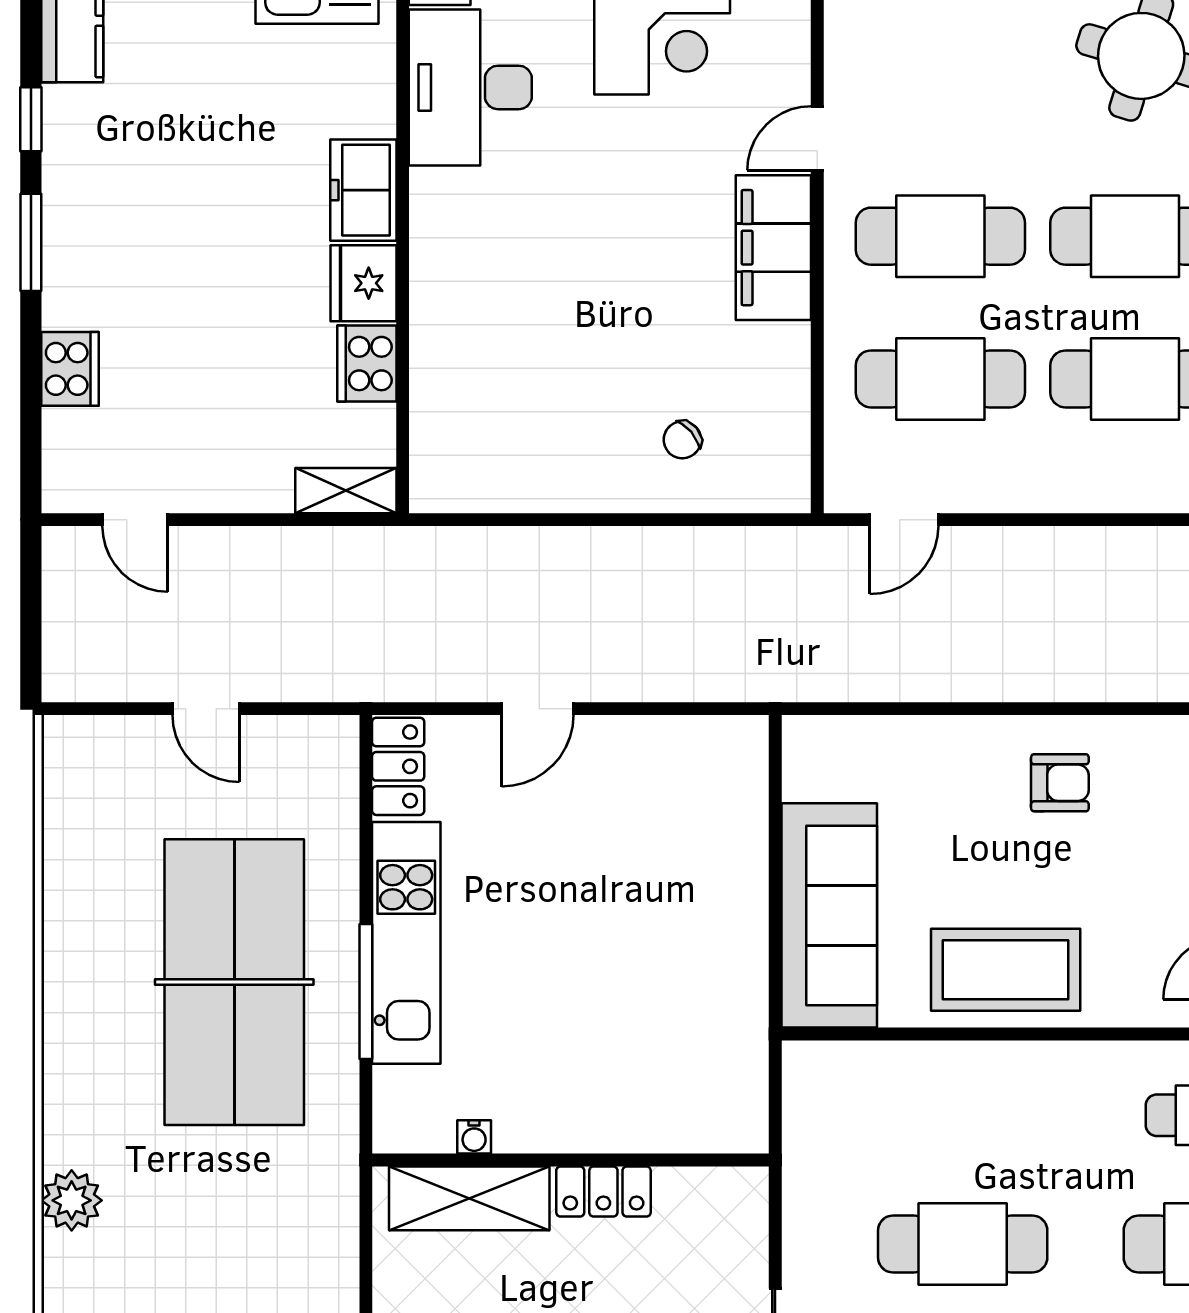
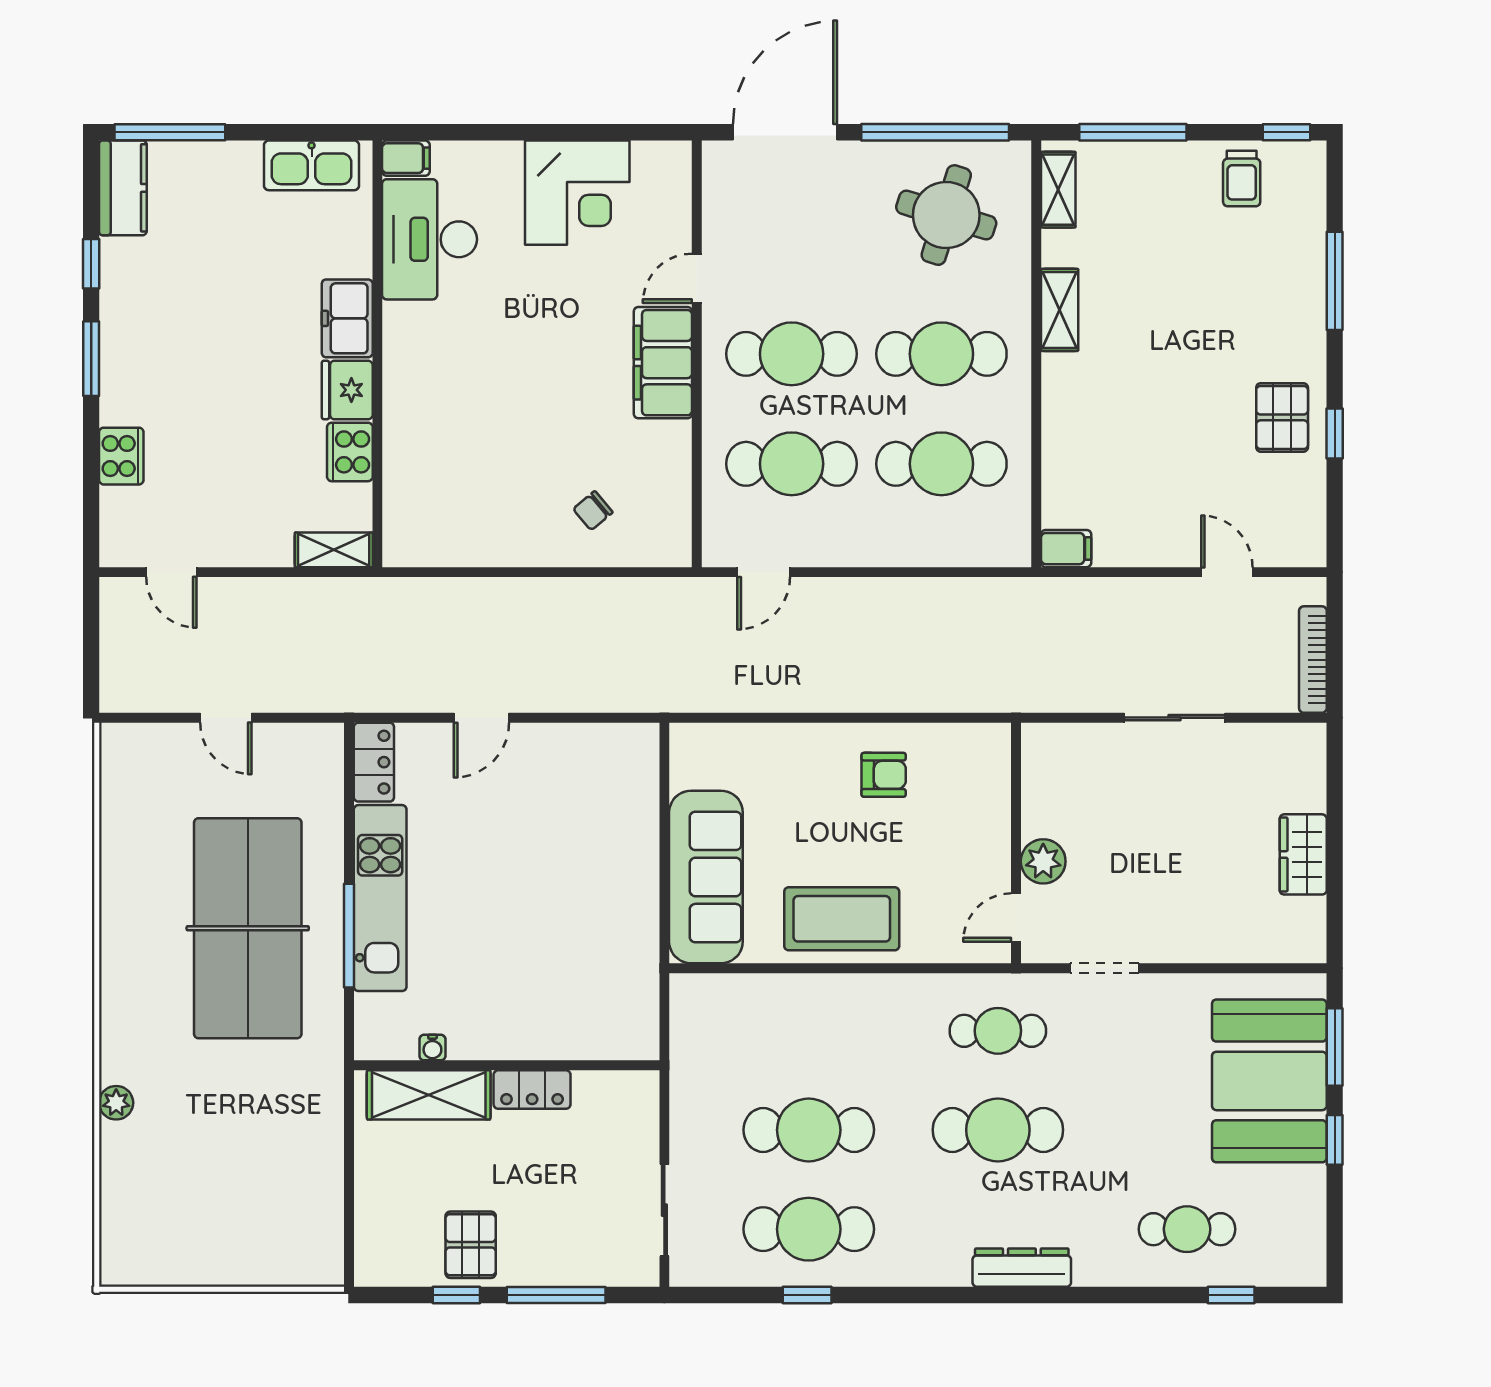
plant: (72, 1200) -> (116, 1103), width x0.73, depth x0.73

